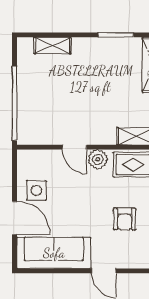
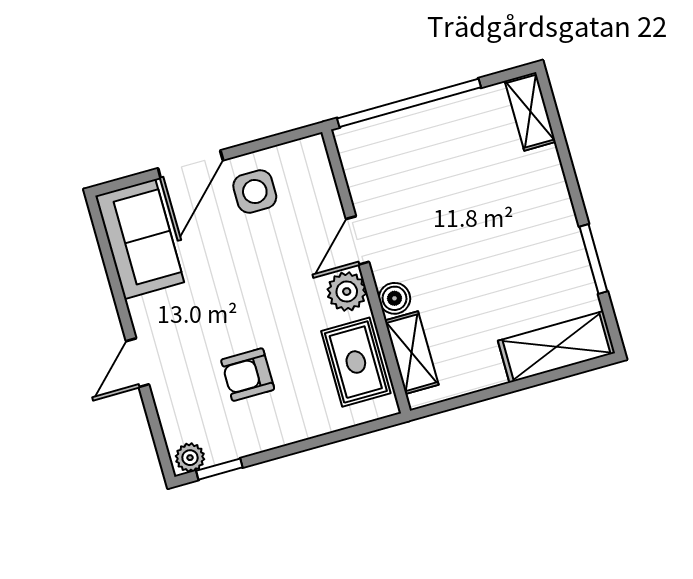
shelving: (52, 46) -> (530, 111), moved
boiler: (108, 137) -> (395, 298), added
sofa: (54, 253) -> (140, 239), width x0.73

